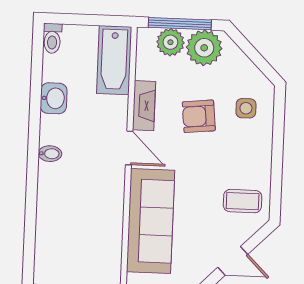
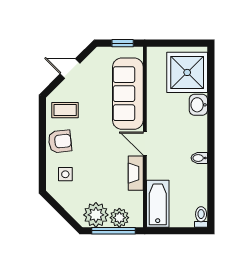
washbasin: (54, 98) -> (198, 105), moved
armchair: (199, 116) -> (60, 141), moved
bidet: (50, 154) -> (199, 158), moved
shower: (64, 248) -> (187, 72), added

